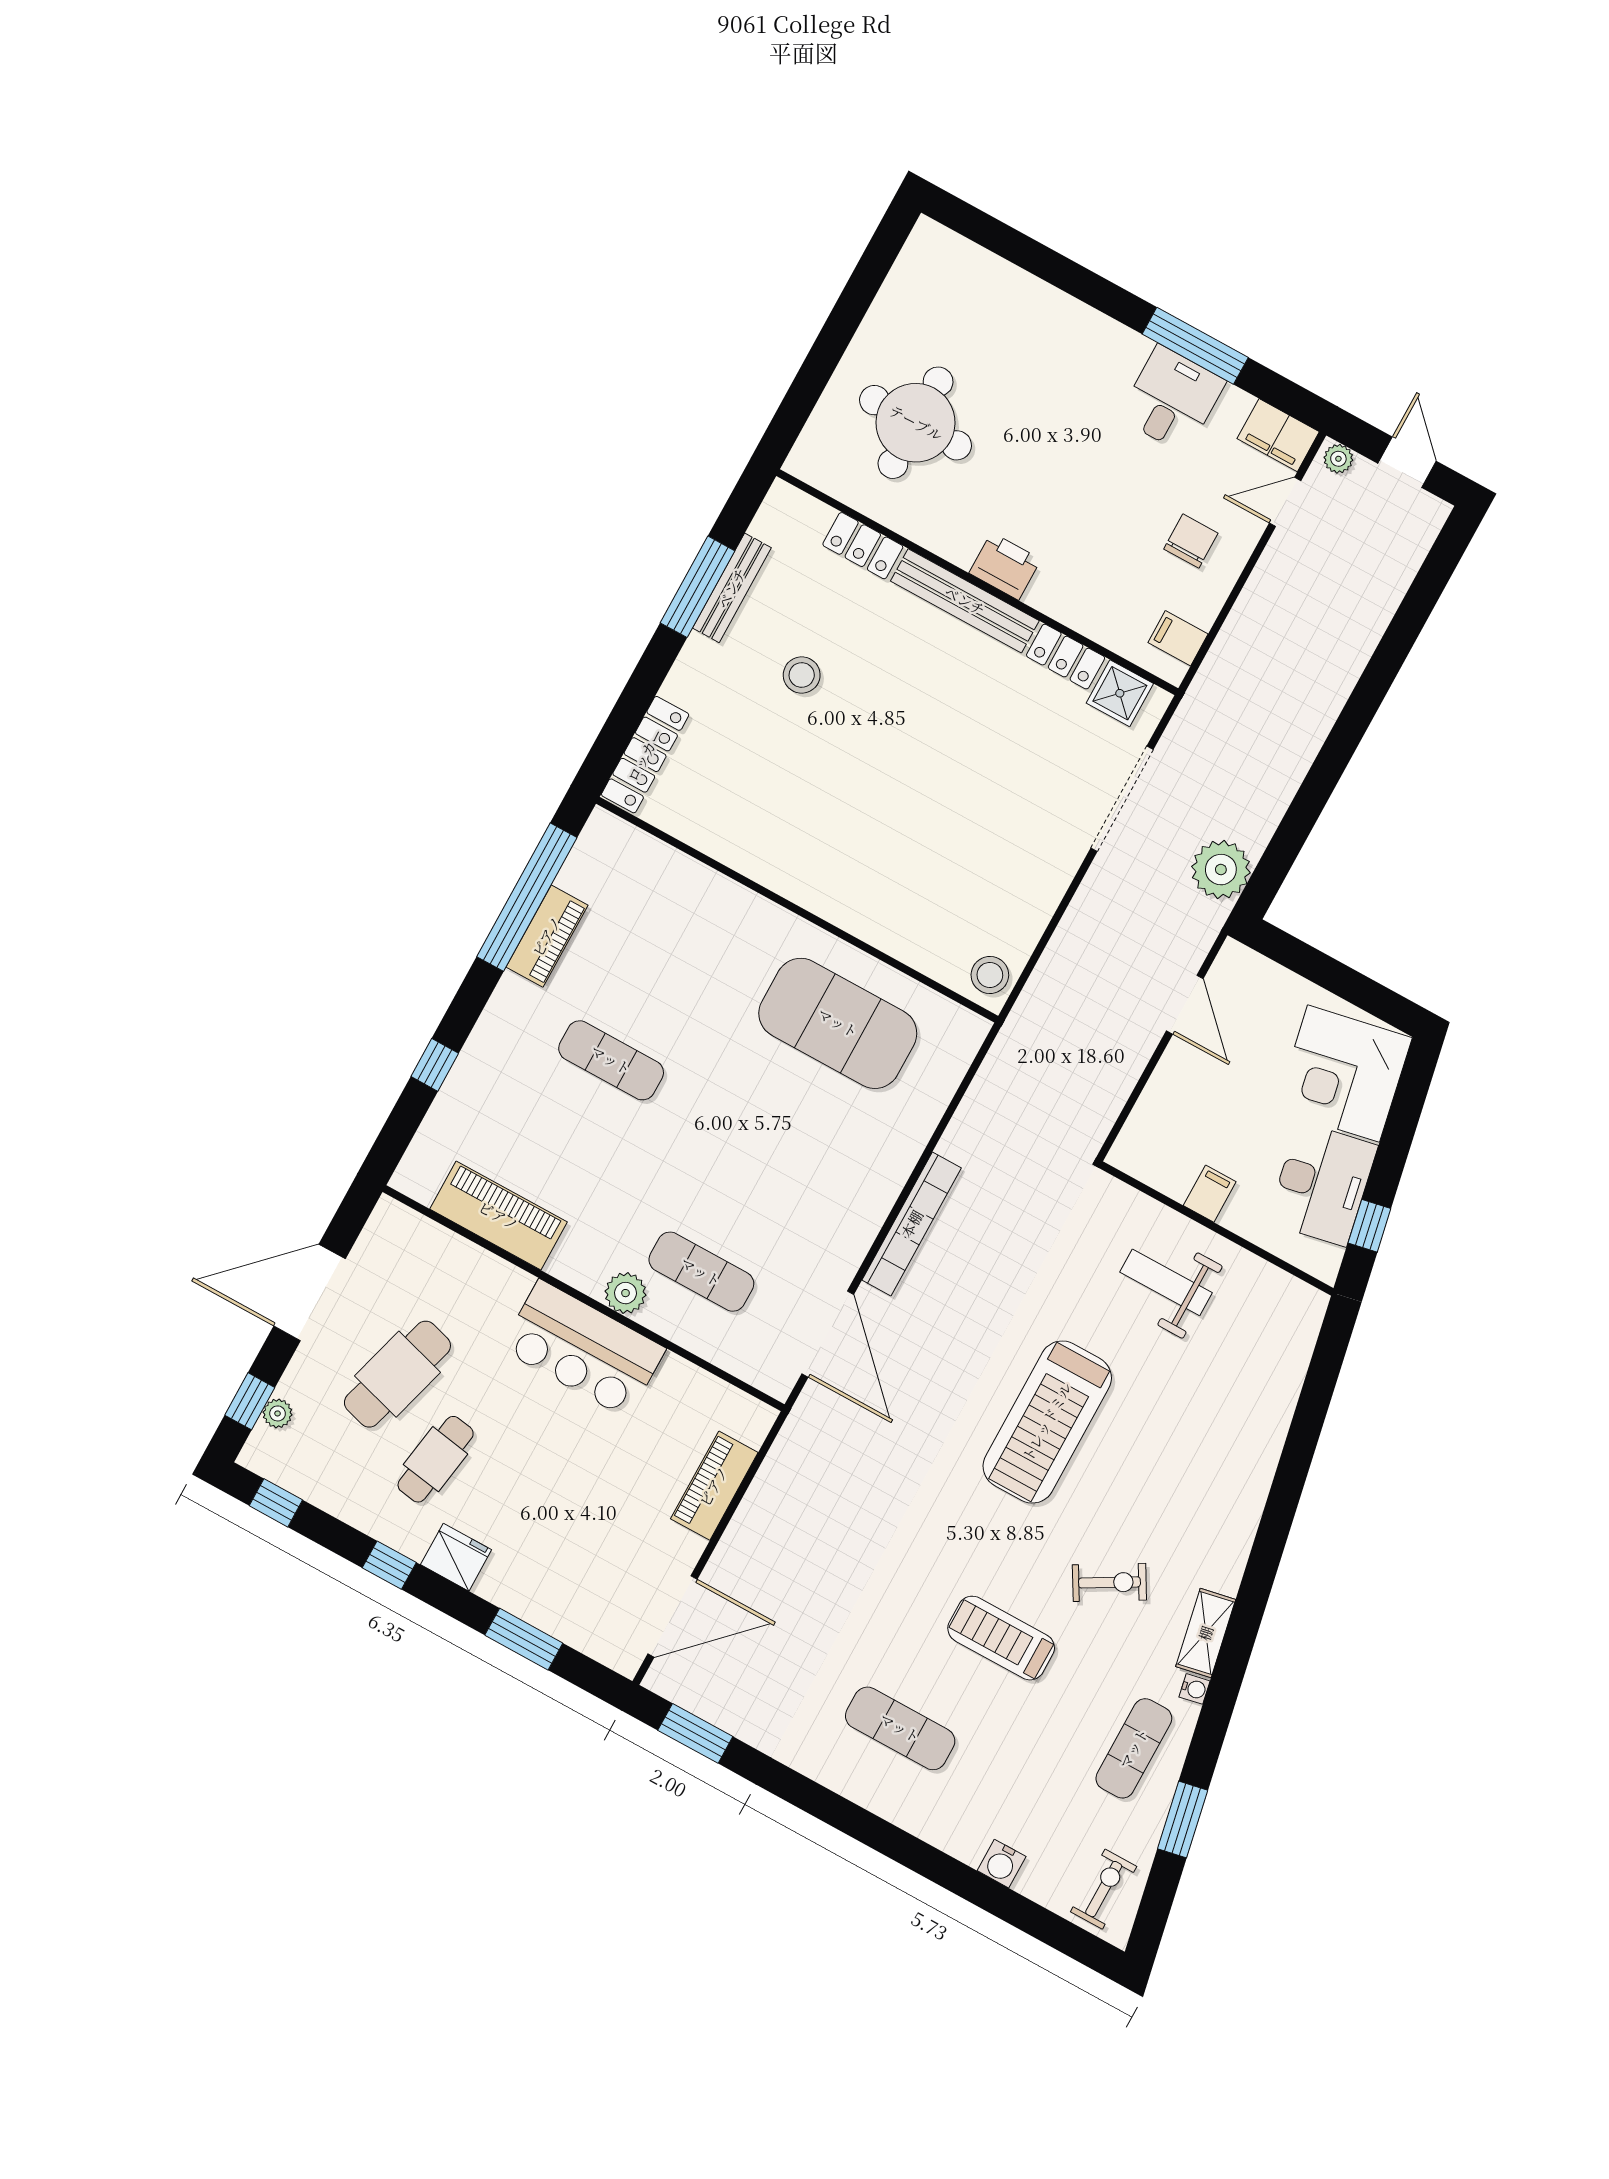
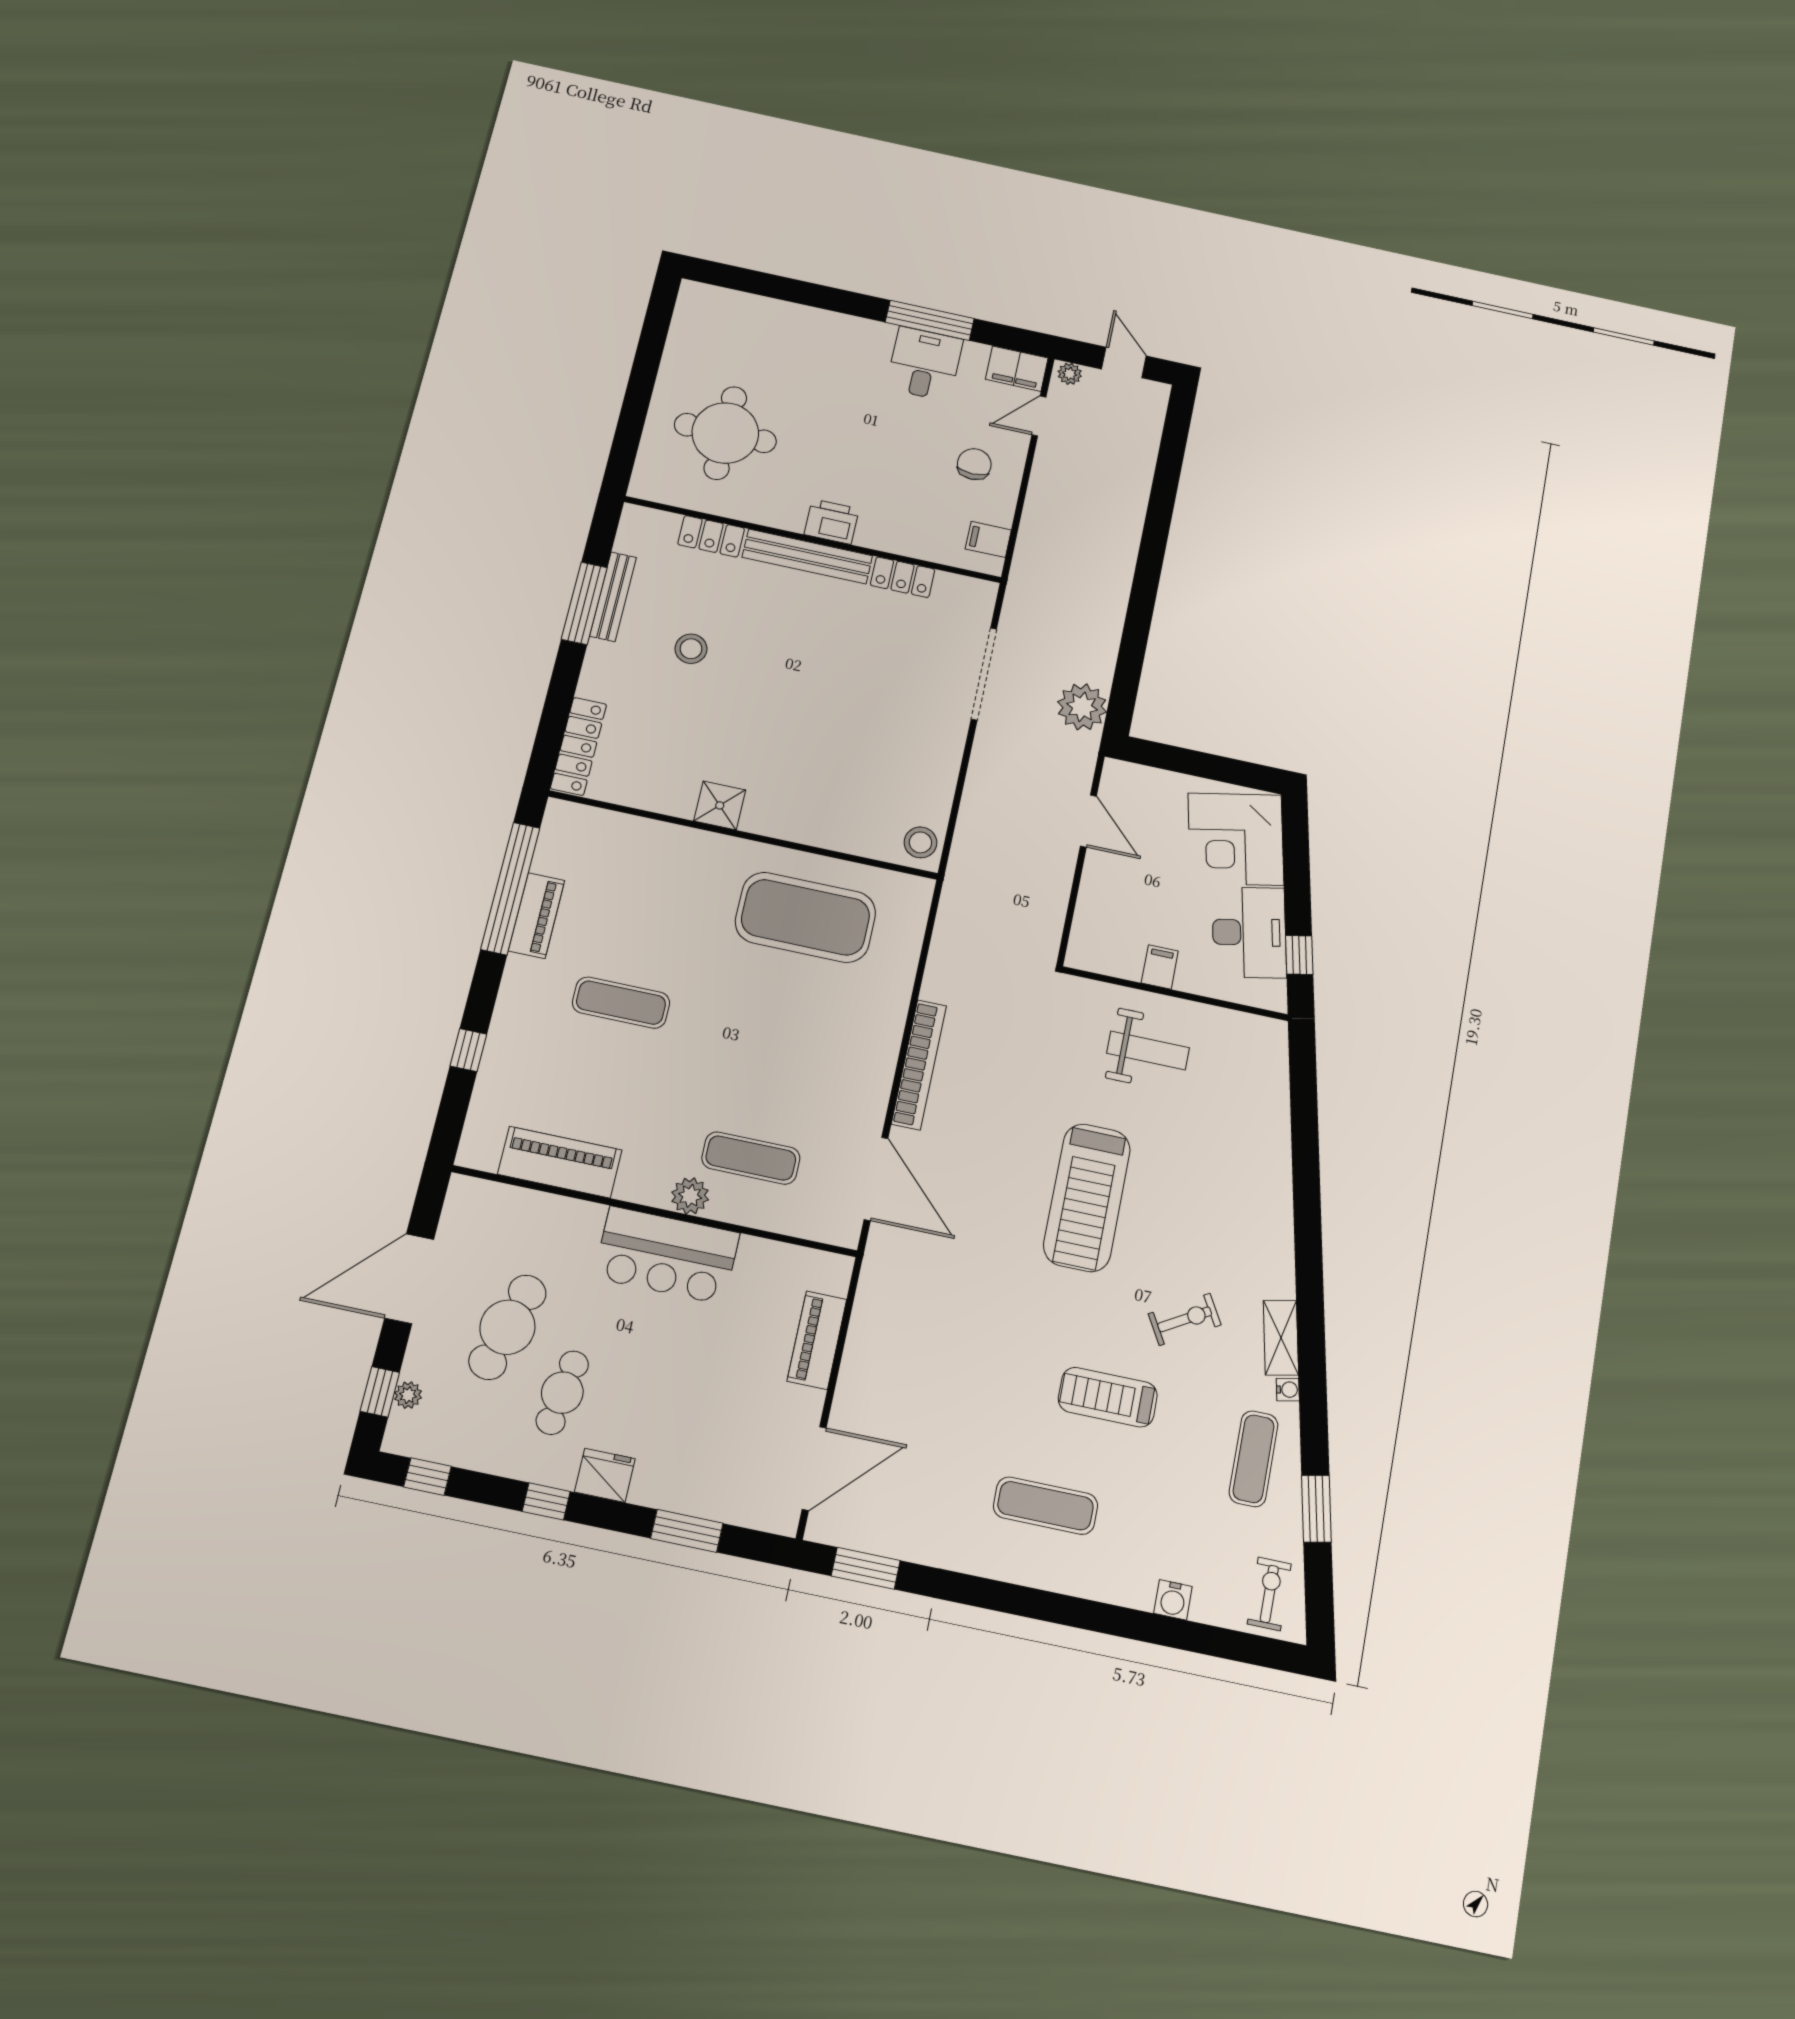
shower: (1120, 693) -> (720, 805), moved
weight bench: (1166, 1282) -> (1148, 1050), turned 180

